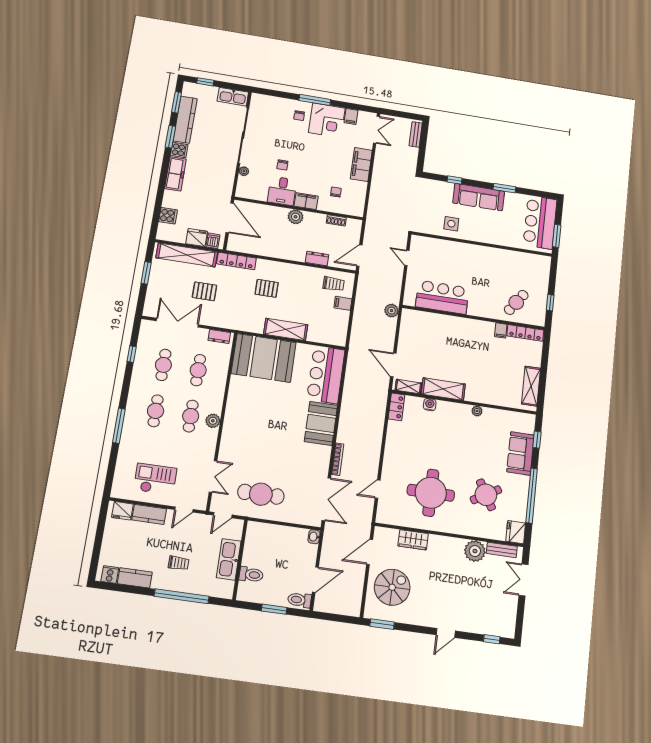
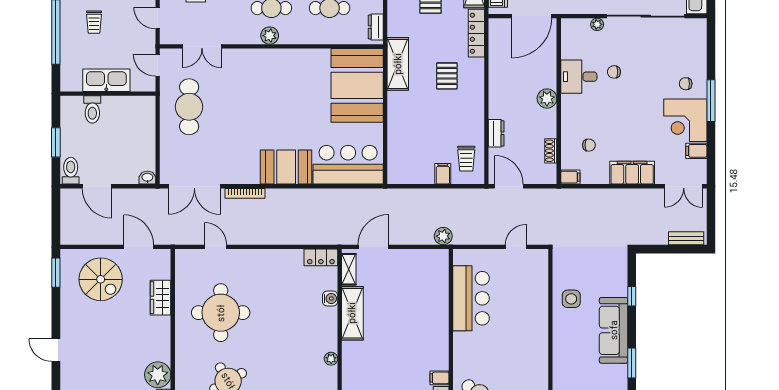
filing cabinet: (306, 201) -> (570, 177), moved, width x0.50
shelving: (286, 329) -> (398, 64), moved

